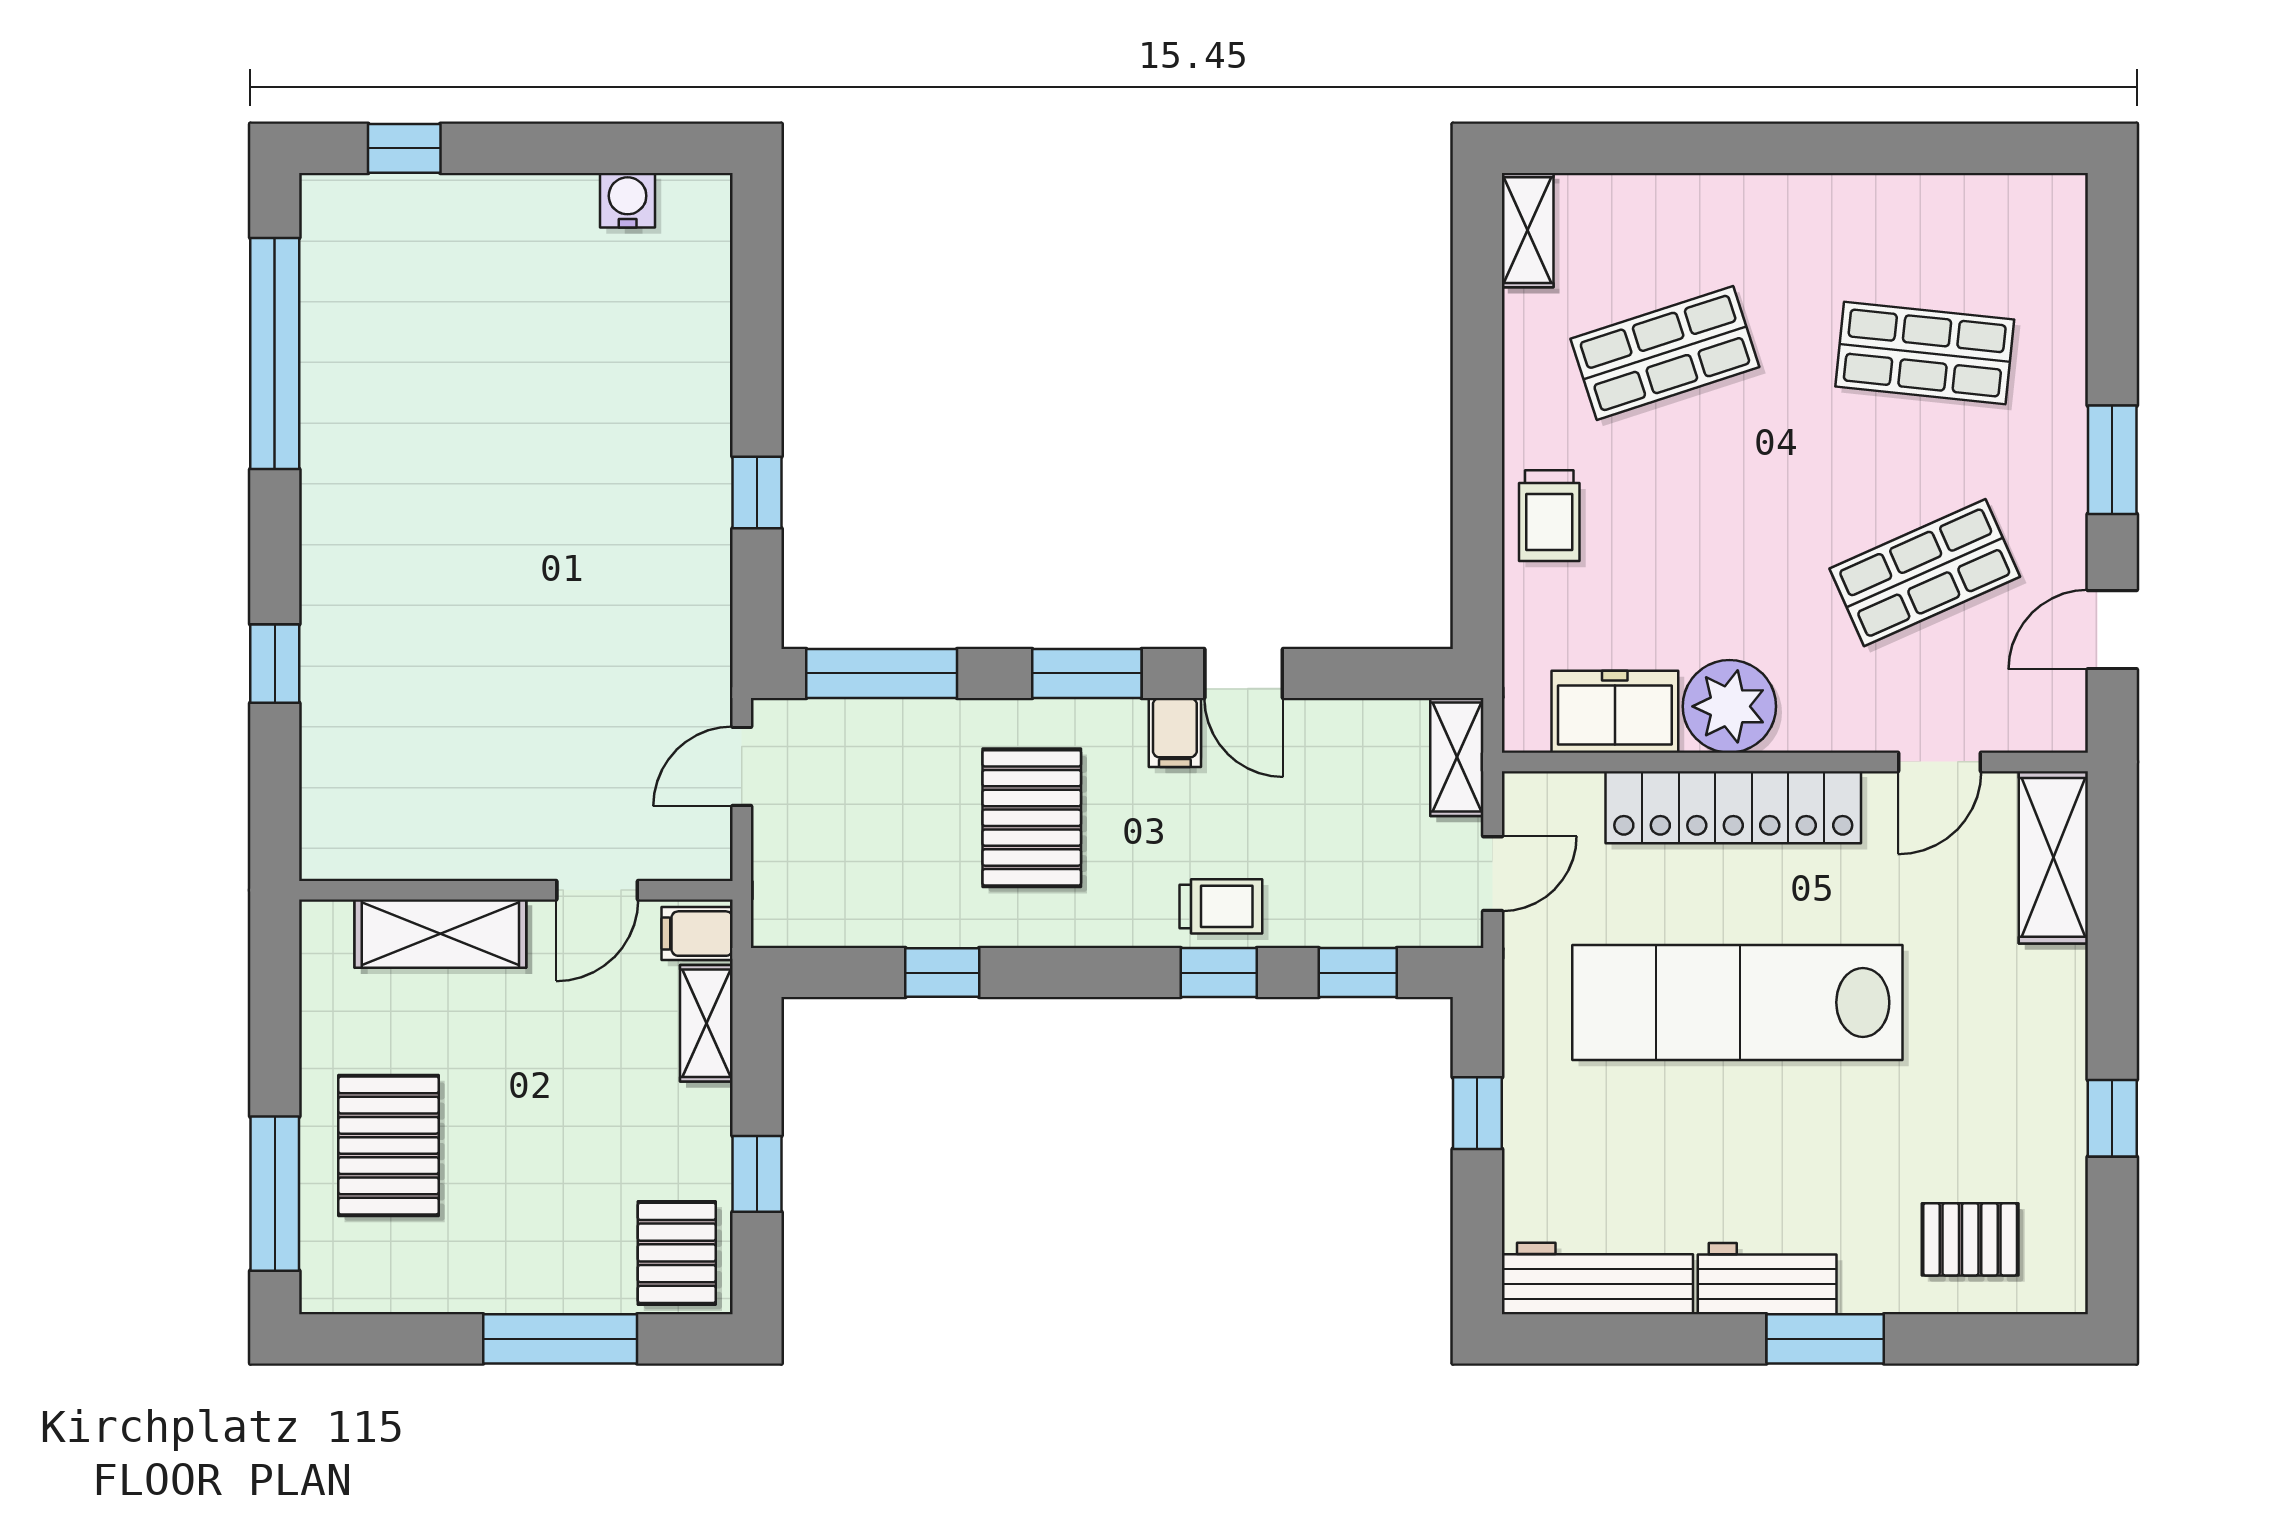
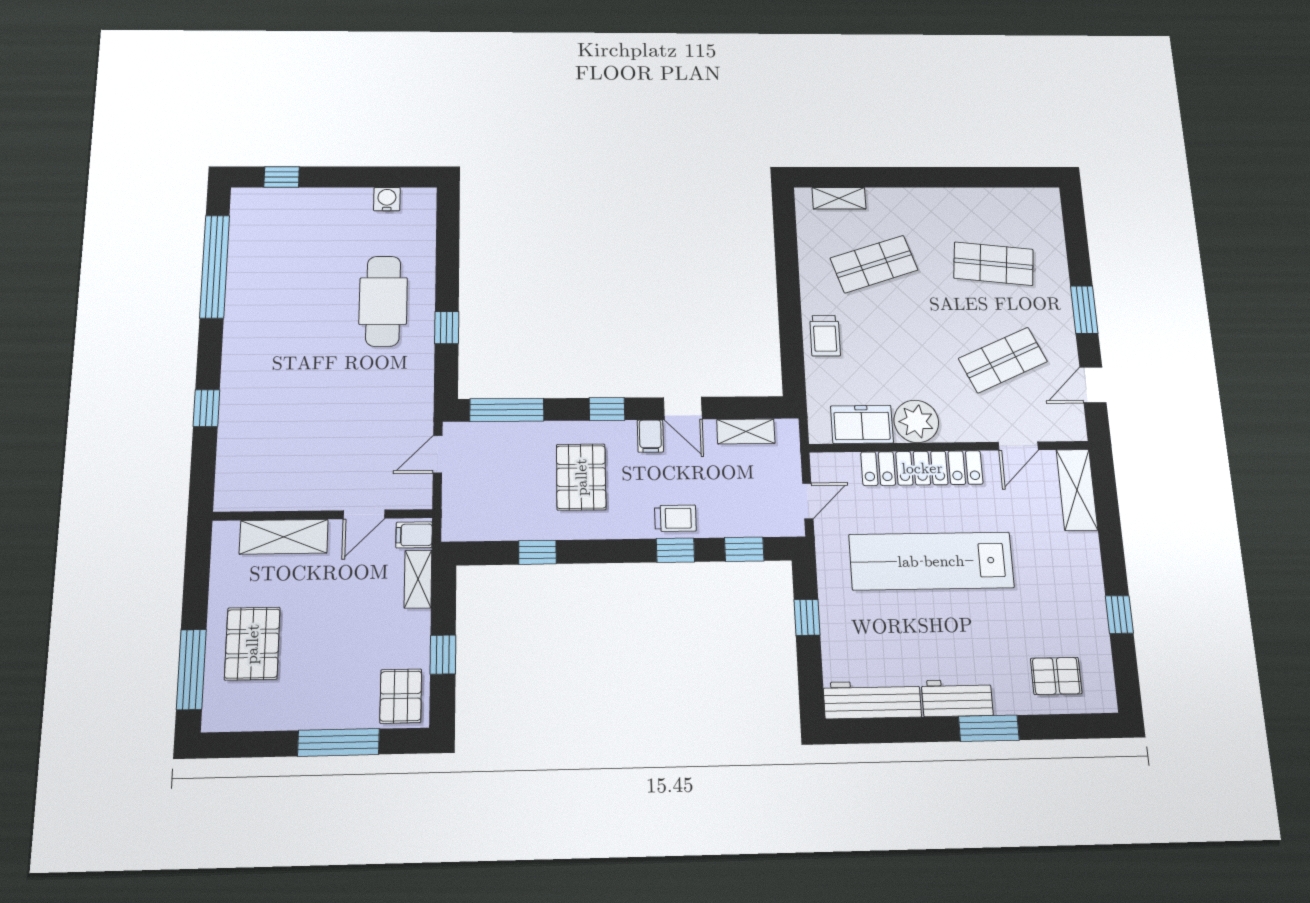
shelving: (1528, 230) -> (839, 198), moved, turned 90
cafe table: (625, 433) -> (383, 301), added
window: (1087, 673) -> (607, 409), width x0.67
shelving: (1457, 757) -> (746, 431), moved, turned 90

